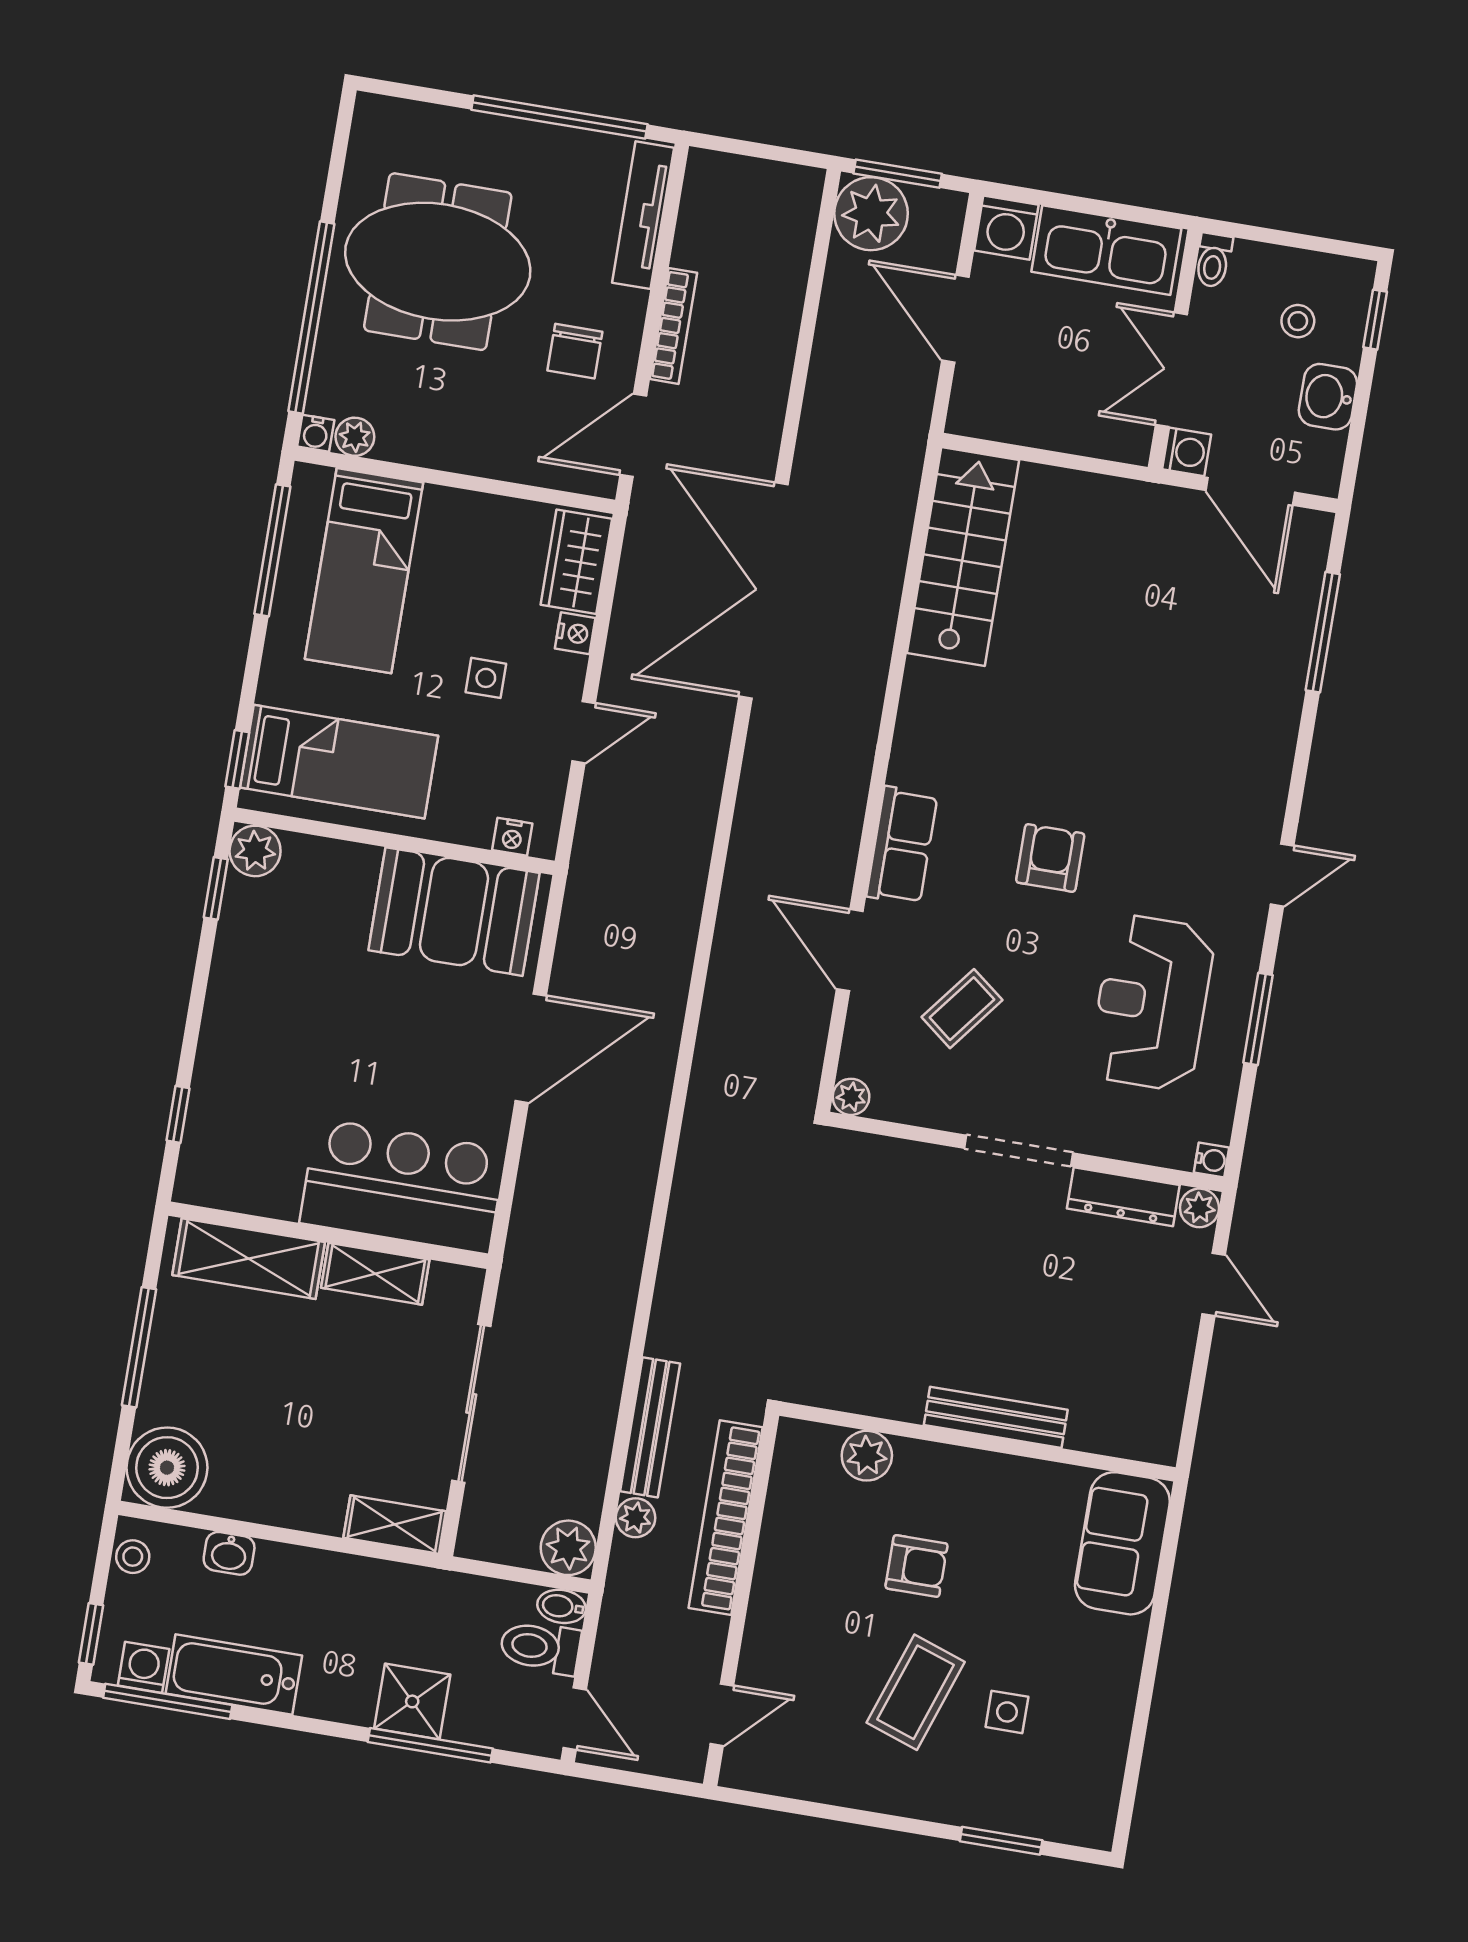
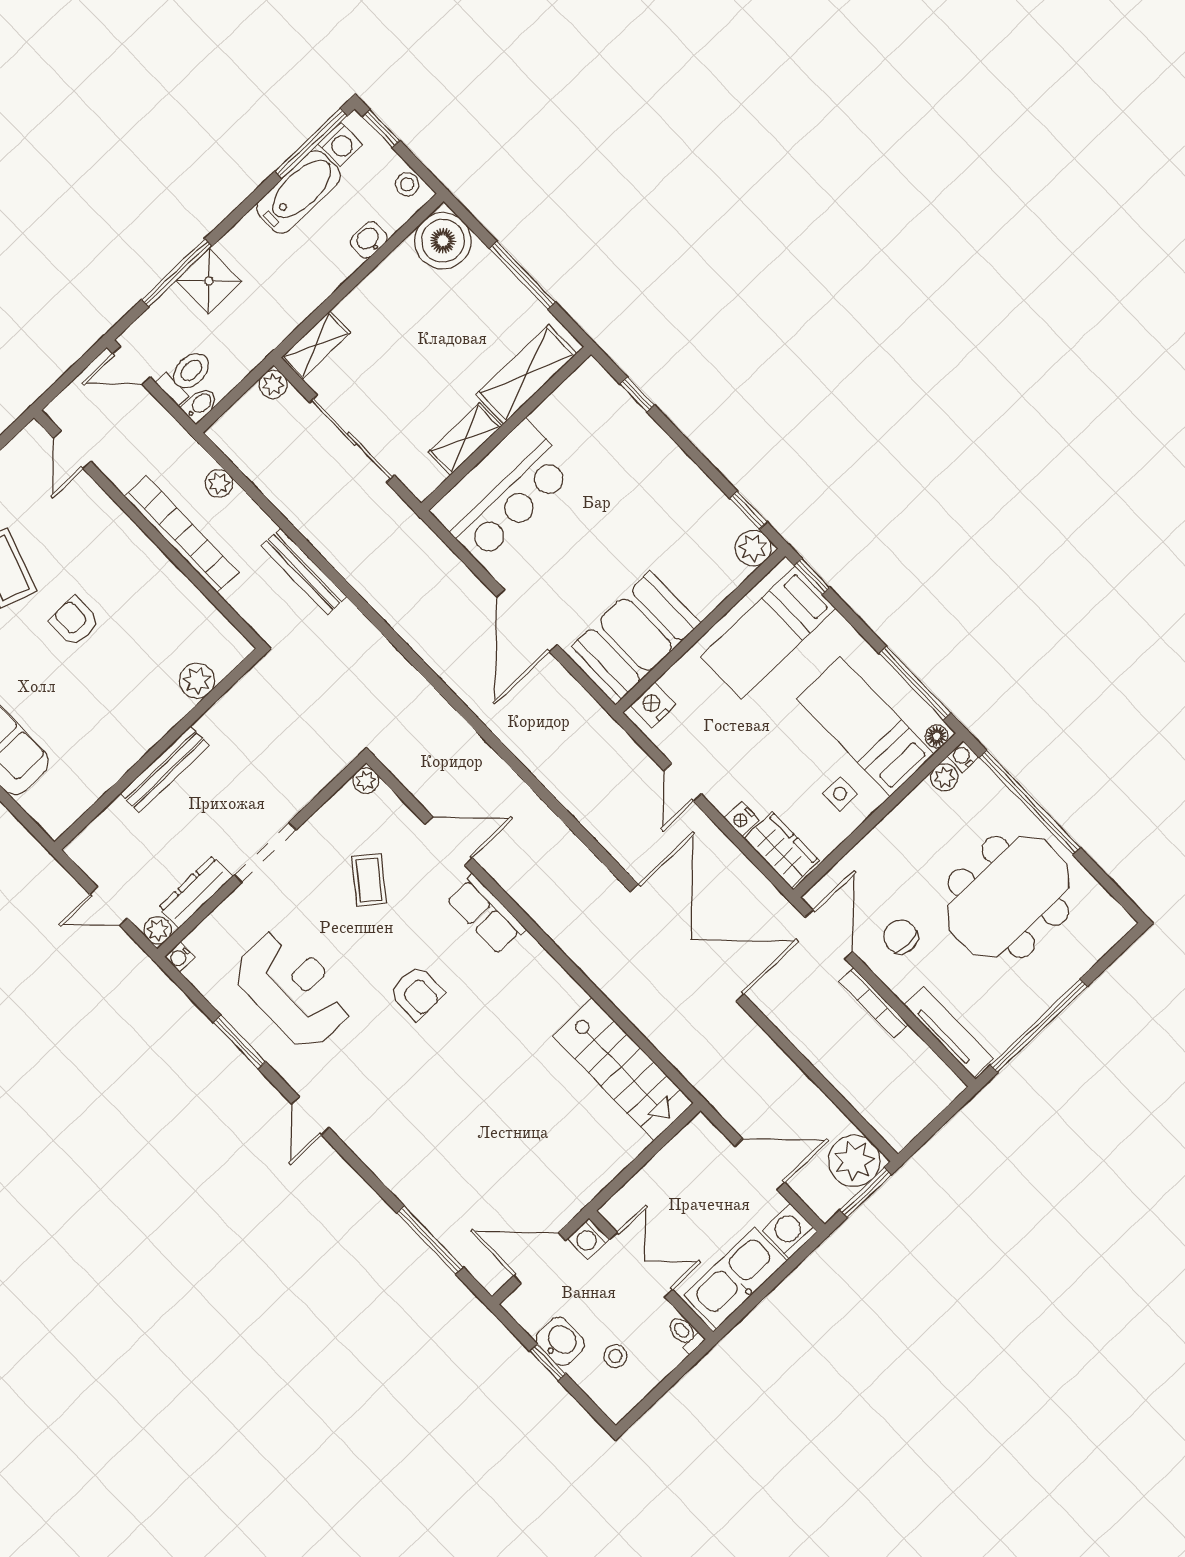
window: (1375, 320) -> (548, 1362), moved
floor lamp: (315, 481) -> (937, 736), added
side table: (486, 678) -> (840, 794), moved
nightstand: (512, 837) -> (653, 705), width x1.39, depth x1.35
bench: (996, 1417) -> (165, 769), moved
bench: (650, 1427) -> (304, 571), moved
wall: (977, 1442) -> (159, 749), moved
plant: (867, 1456) -> (197, 681), moved
plant: (568, 1548) -> (273, 384), moved, width x0.73, depth x0.73
armchair: (916, 1566) -> (74, 621), turned 90

